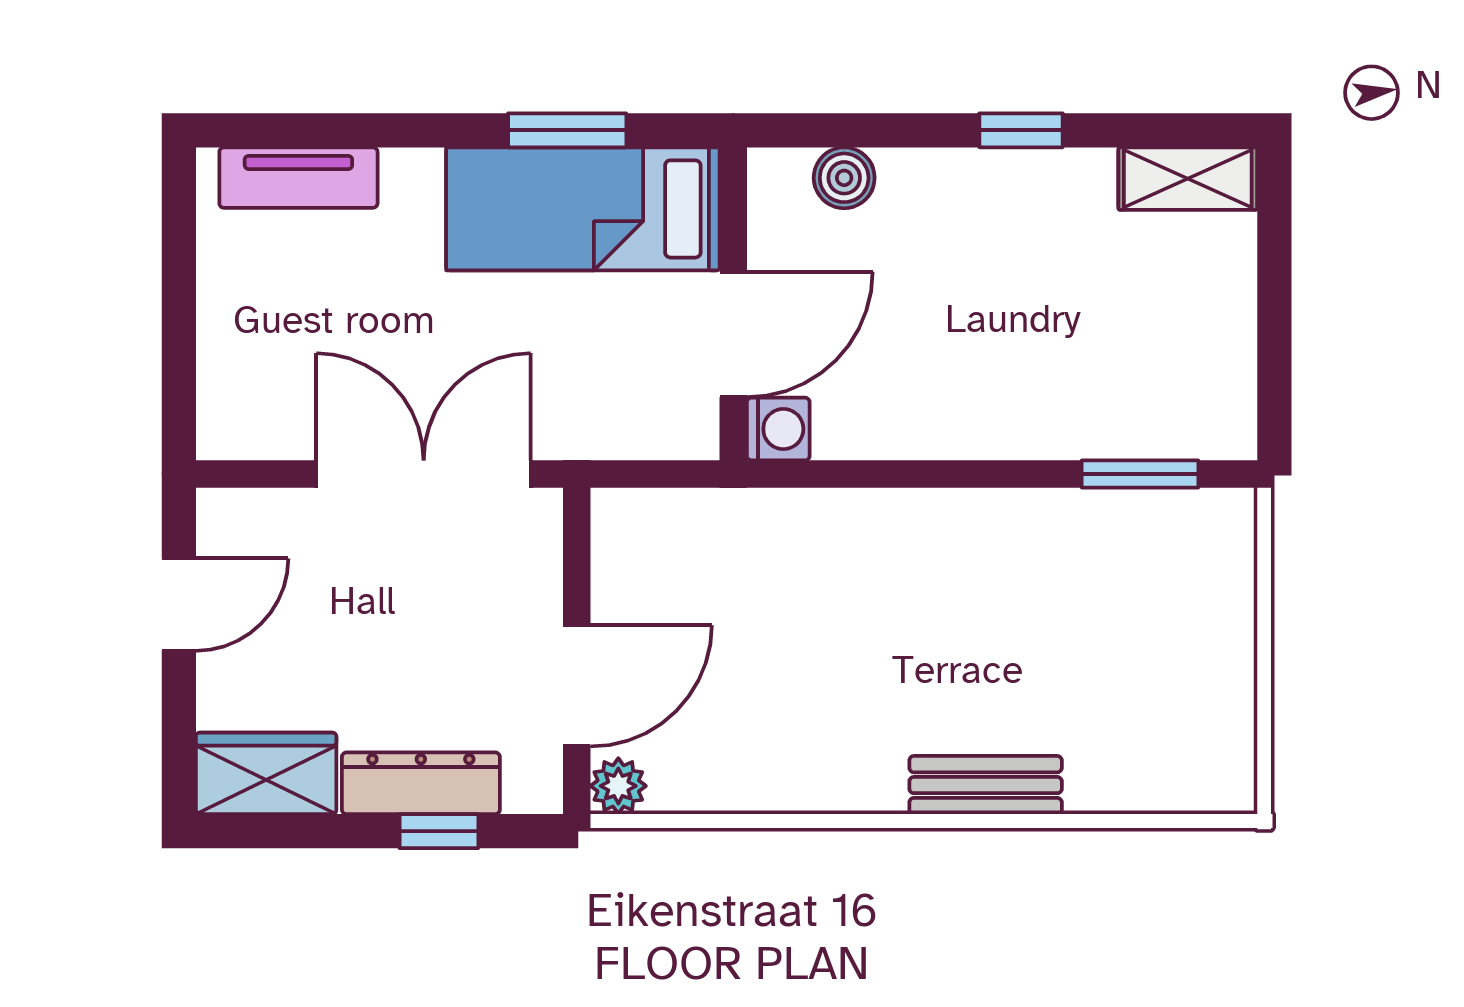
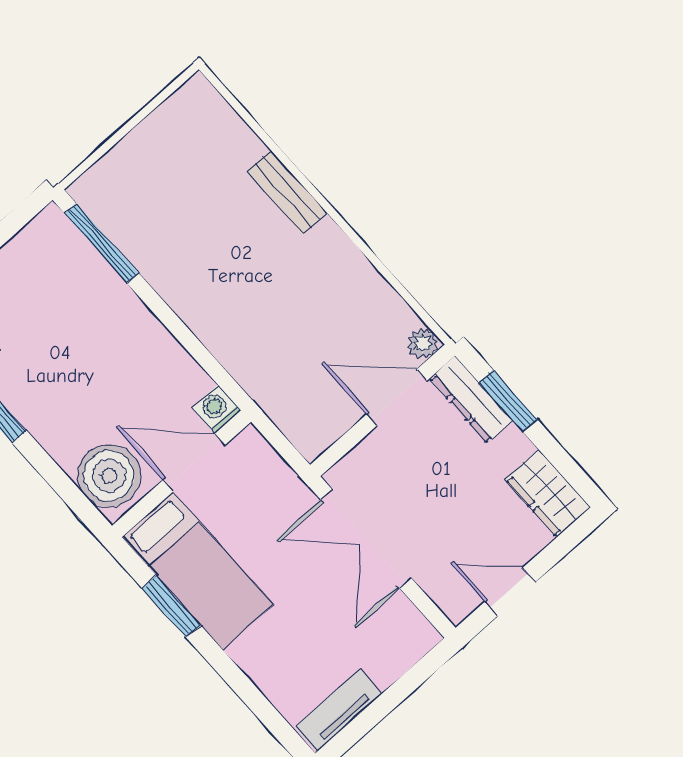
tv unit: (298, 178) -> (339, 710), moved, turned -90
boiler: (844, 178) -> (109, 476), width x1.86, depth x1.86
window: (1140, 474) -> (102, 243), width x1.44
dresser: (421, 783) -> (471, 400), moved
window: (439, 831) -> (508, 401), width x1.50

